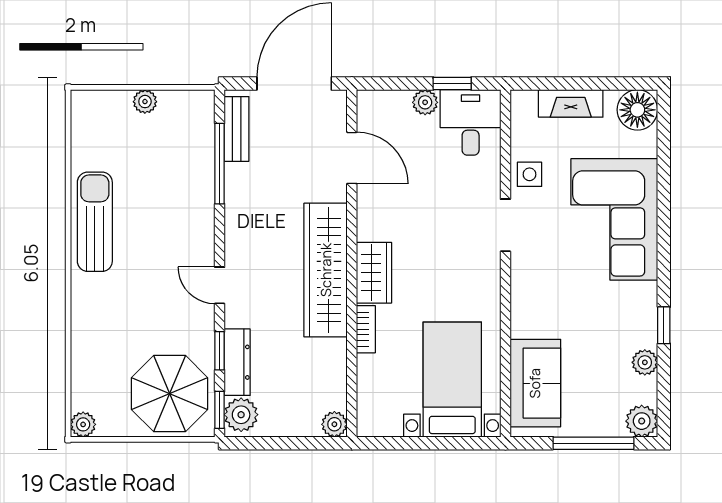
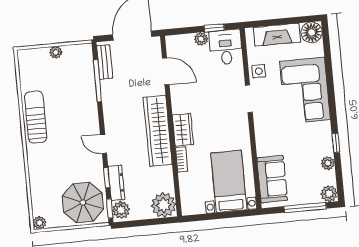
fireplace: (571, 103) -> (277, 35), width x1.37, depth x1.32
plant: (334, 424) -> (164, 205), width x1.87, depth x1.87

